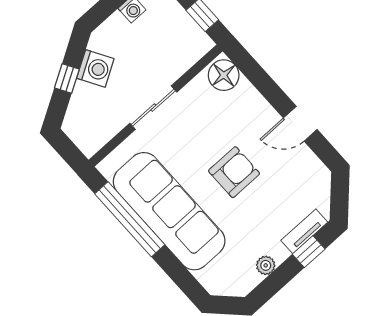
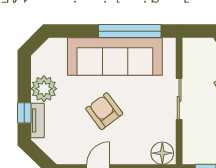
armchair: (234, 172) -> (104, 111), turned 143
plant: (266, 265) -> (44, 89), width x1.88, depth x1.88

